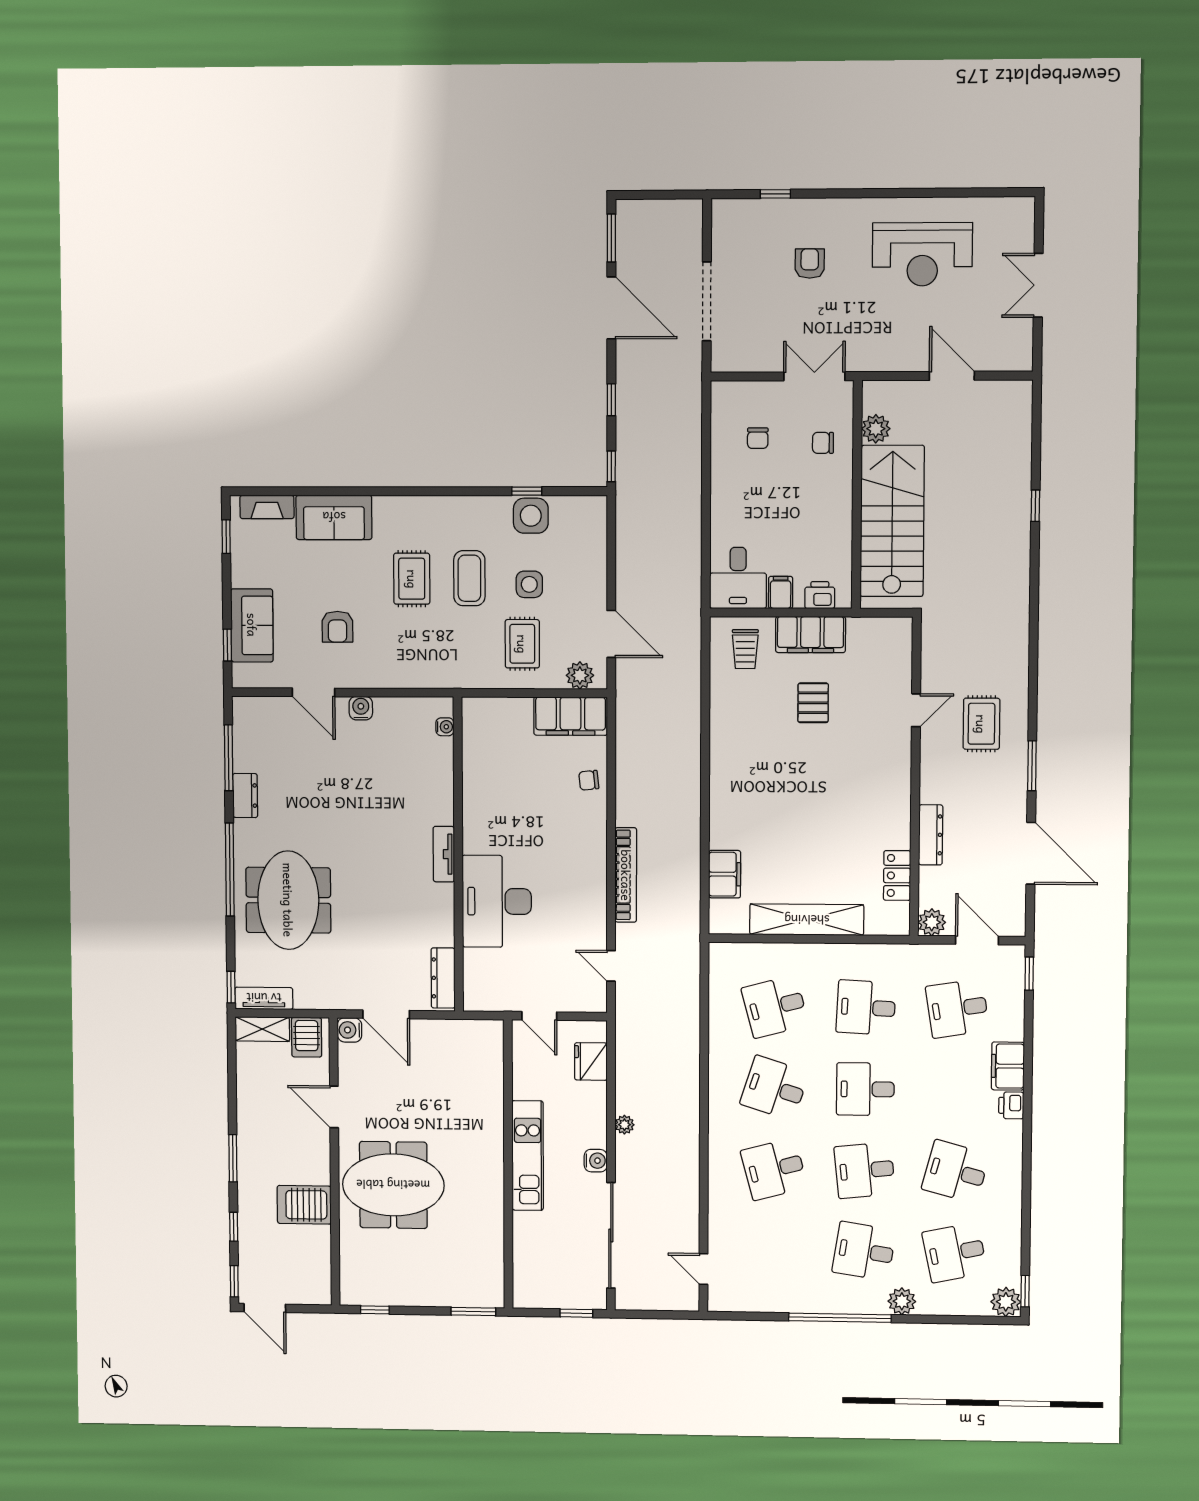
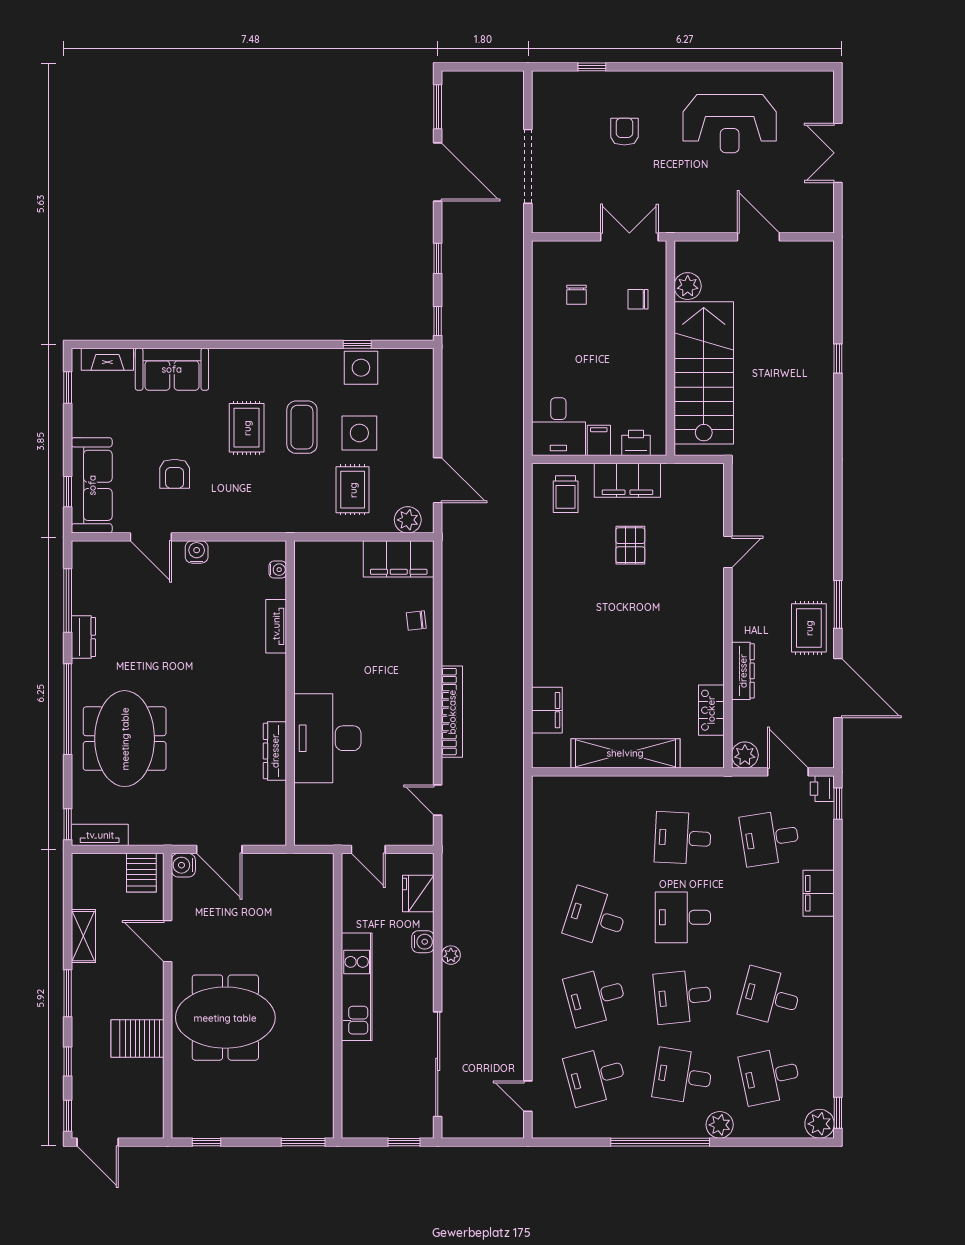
side table: (529, 584) -> (359, 433), width x1.37, depth x1.37
sofa: (252, 625) -> (92, 485), width x1.36
rug: (981, 724) -> (809, 628), moved
tv unit: (444, 854) -> (276, 626), moved
dresser: (443, 978) -> (275, 751), moved
desk: (775, 1007) -> (596, 1076), moved
shelving: (262, 1029) -> (83, 936), moved, turned 90
printer: (1011, 1105) -> (822, 789), moved
water cooler: (596, 1161) -> (423, 942), moved

